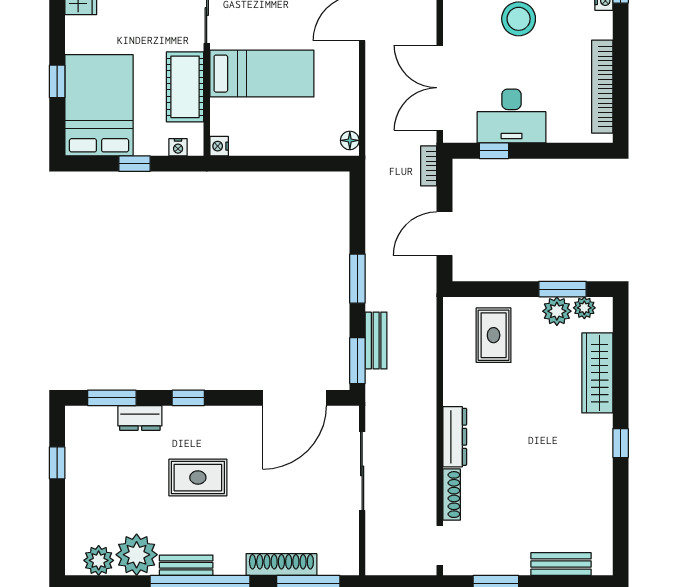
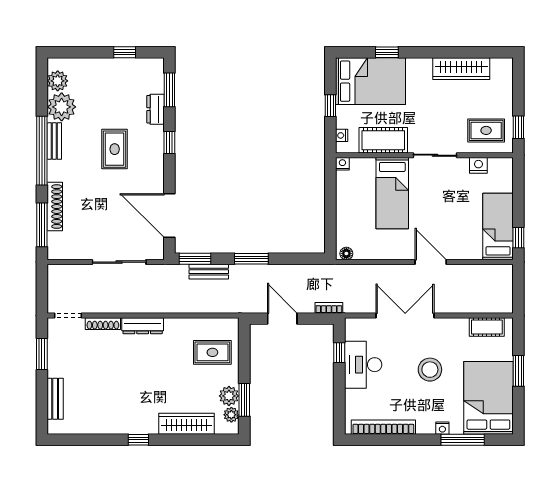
double door: (440, 88) -> (405, 315), moved

